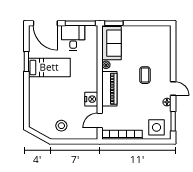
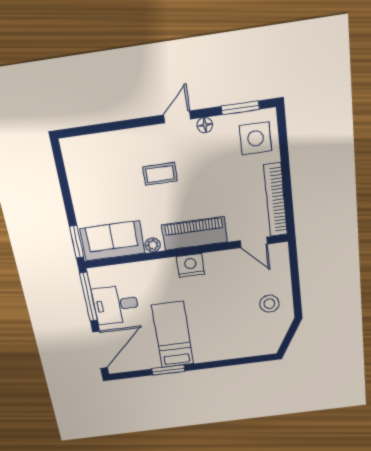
nightstand: (91, 99) -> (190, 265), moved

